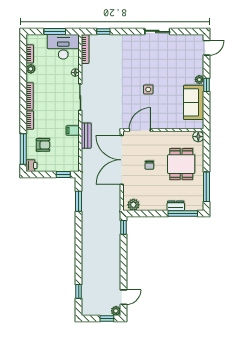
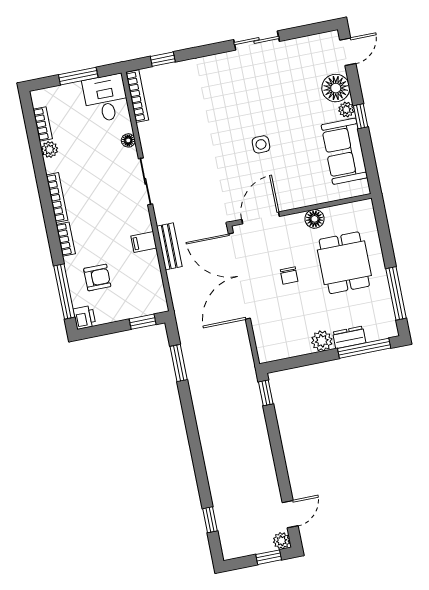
desk: (63, 47) -> (106, 98), width x0.73
floor lamp: (196, 67) -> (336, 88), added
floor lamp: (198, 137) -> (315, 219), moved
plant: (133, 205) -> (322, 341), moved

